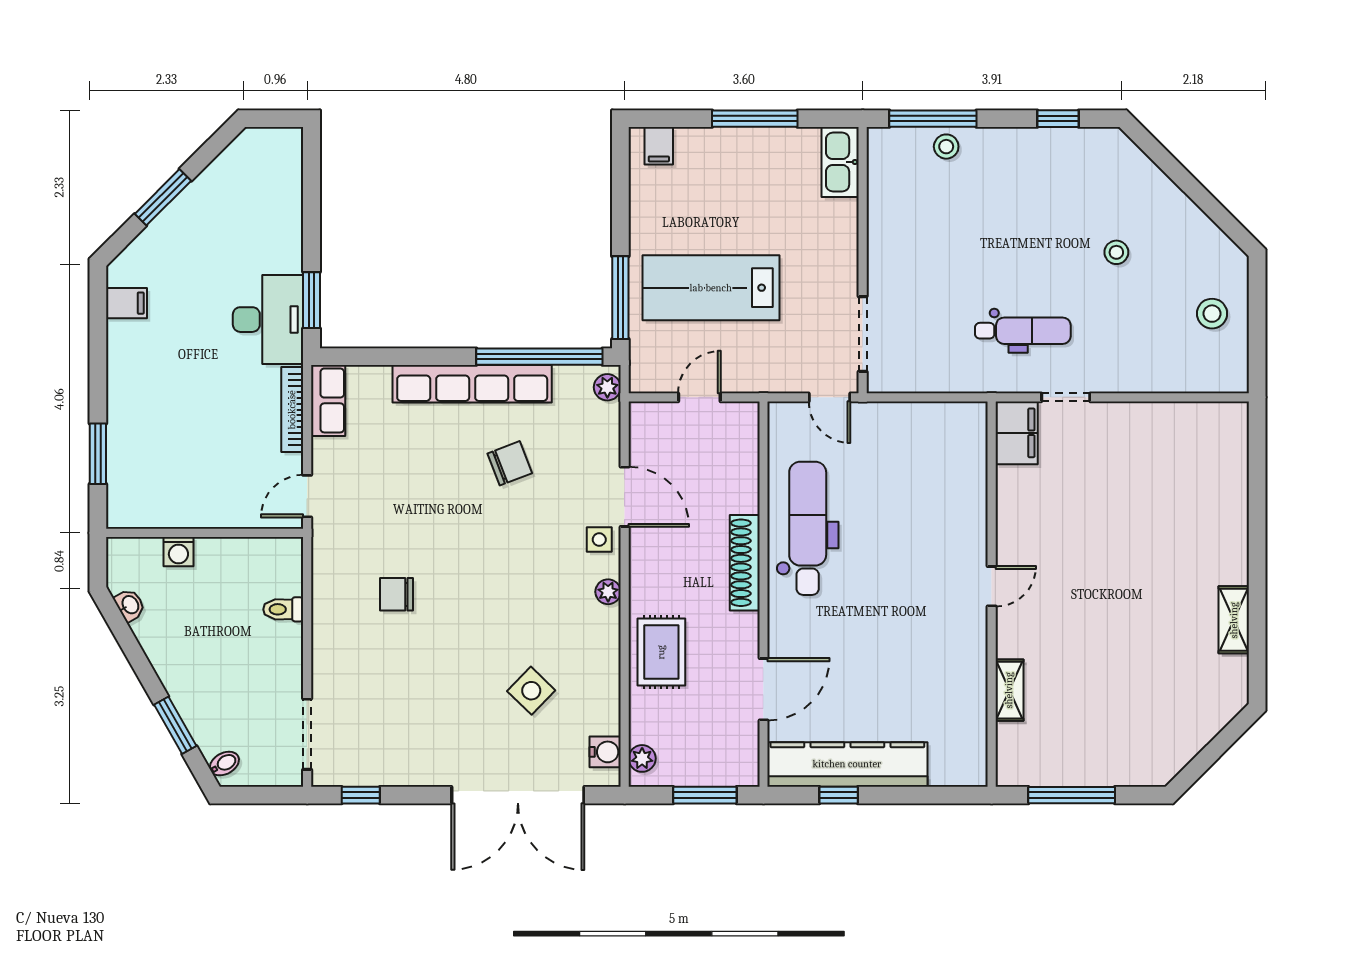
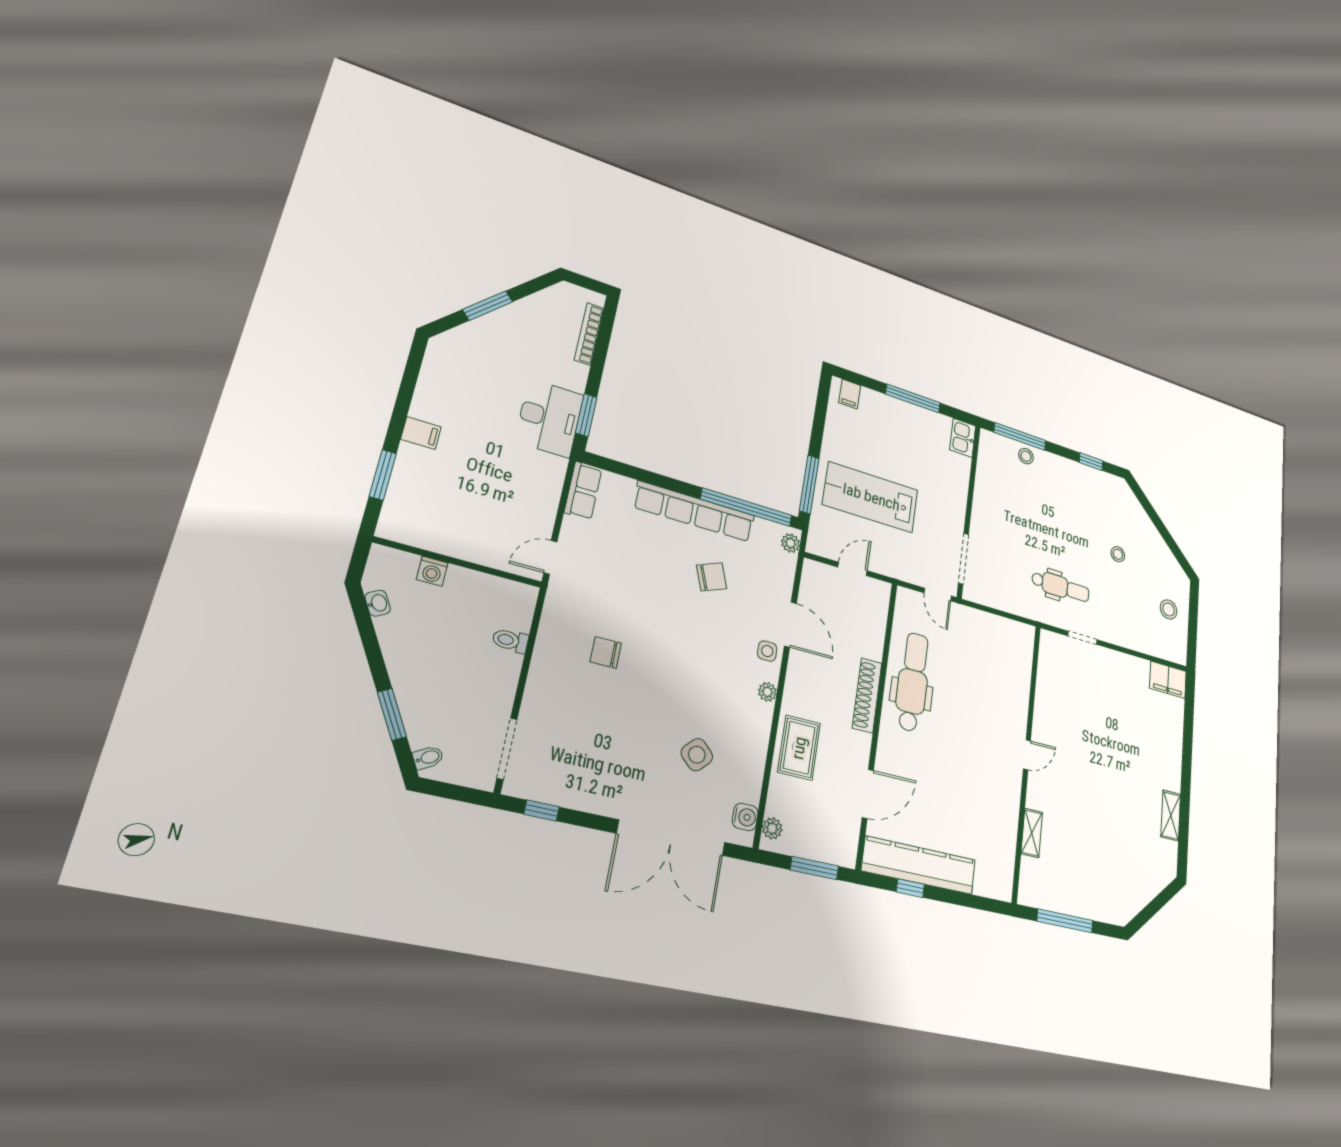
kitchen sink: (840, 162) -> (963, 438), width x0.73
filing cabinet: (126, 303) -> (421, 433), moved
bookcase: (292, 410) -> (589, 334), moved
filing cabinet: (1017, 433) -> (1168, 680), moved, turned 90

